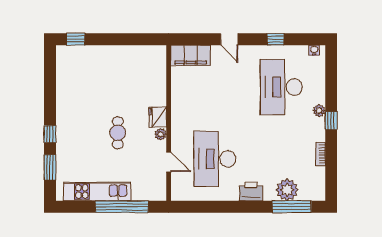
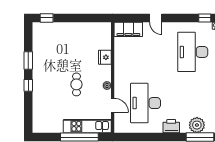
window: (275, 39) -> (205, 18), moved
fridge: (158, 117) -> (105, 57), moved
window: (50, 167) -> (28, 61), moved
kitchen unit: (97, 191) -> (87, 126), moved

